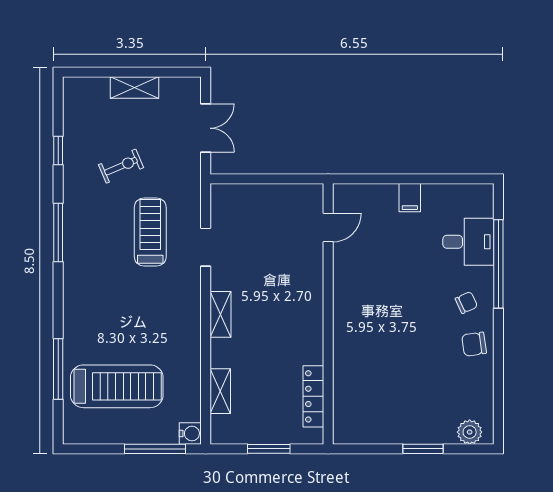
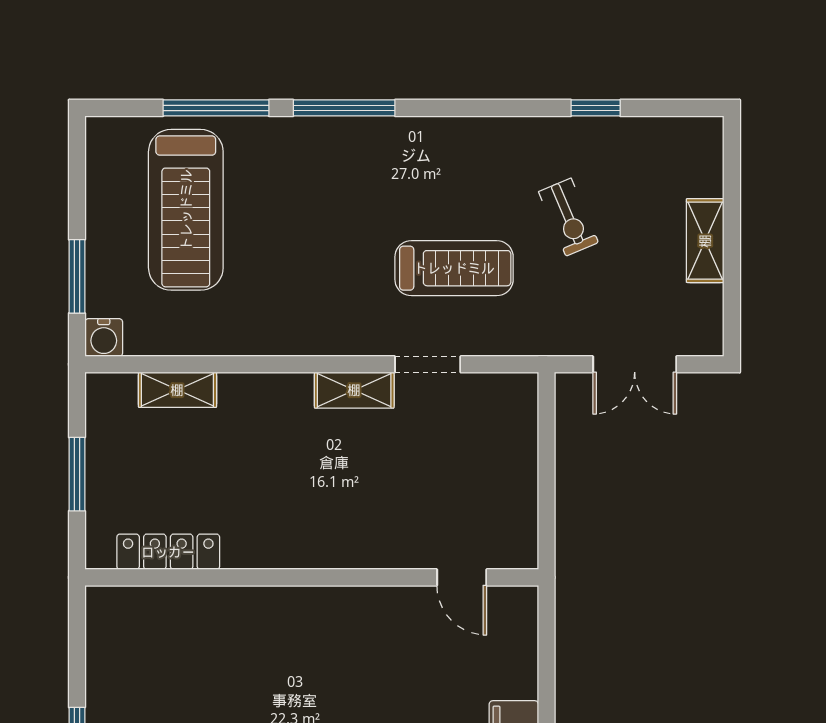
window: (58, 233) -> (344, 108), moved
shelving: (220, 314) -> (354, 390), moved
window: (155, 449) -> (77, 276), width x0.69

